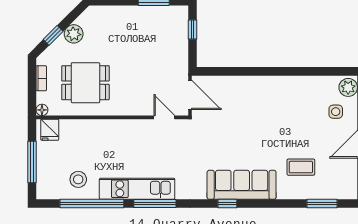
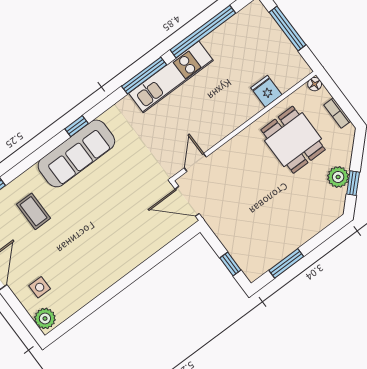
window: (53, 35) -> (353, 183), moved
dining table: (85, 83) -> (293, 140), turned 90
door: (164, 117) -> (195, 162), swing flipped
fridge: (50, 130) -> (266, 91), moved
coffee table: (301, 167) -> (34, 211), turned 90
stool: (78, 179) -> (232, 45), removed

